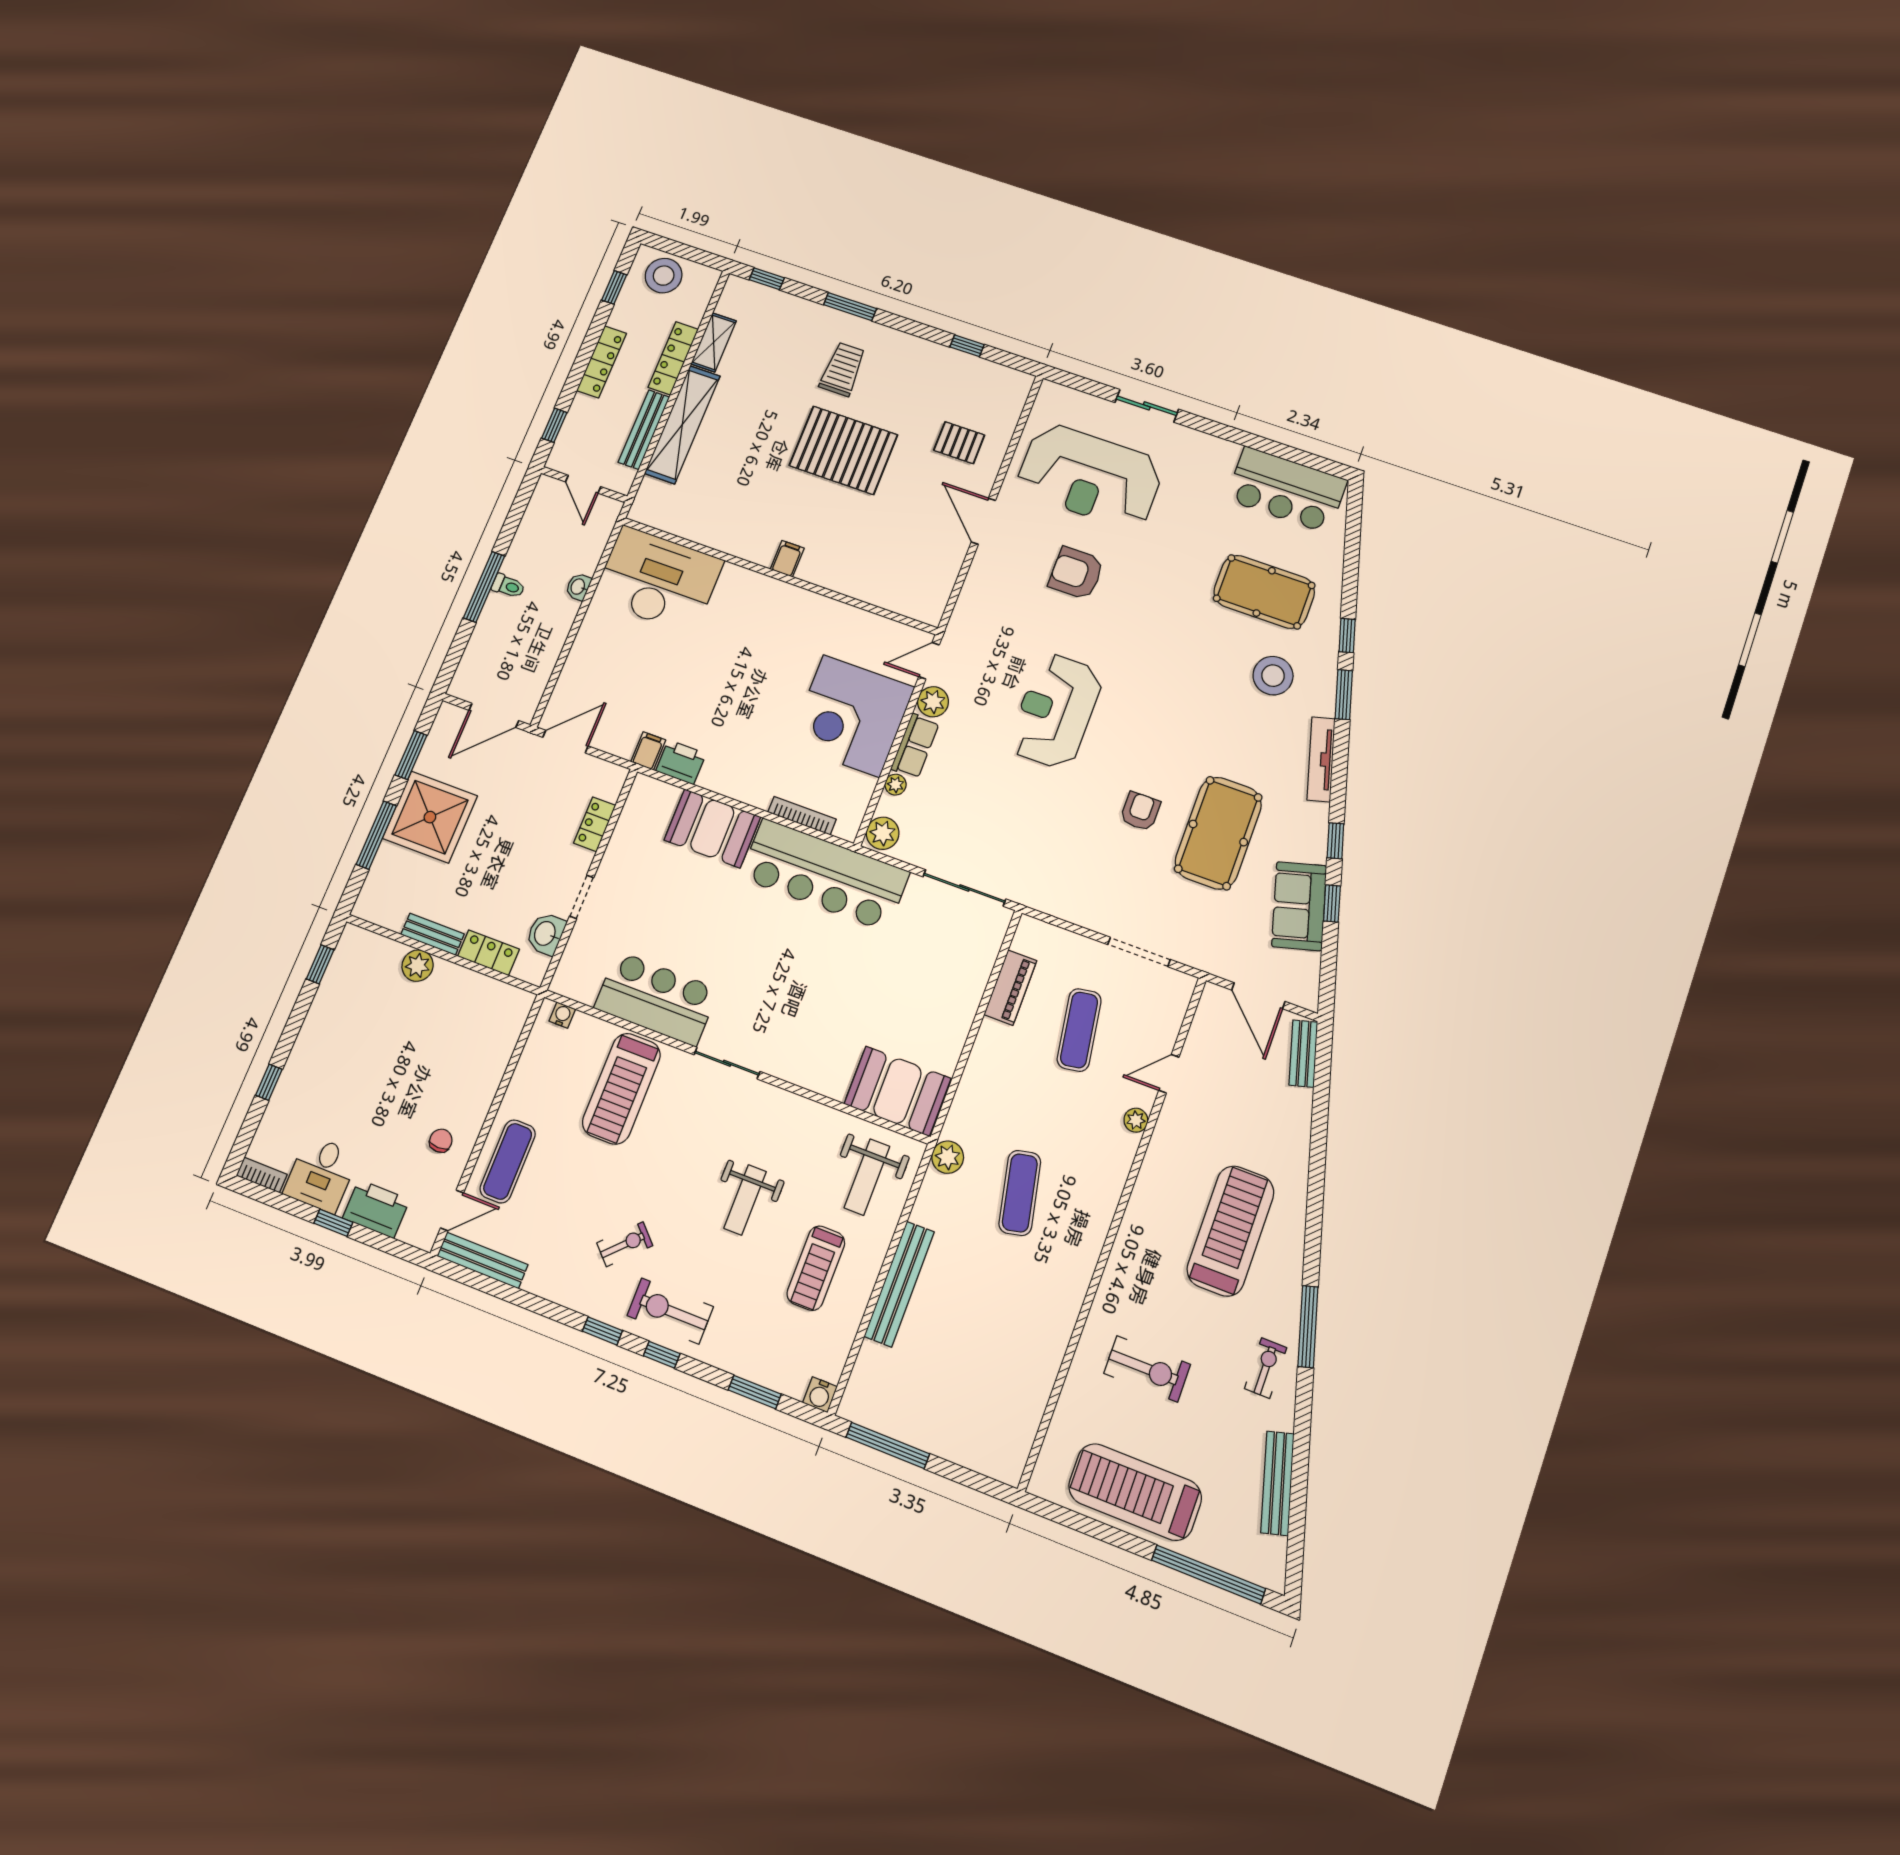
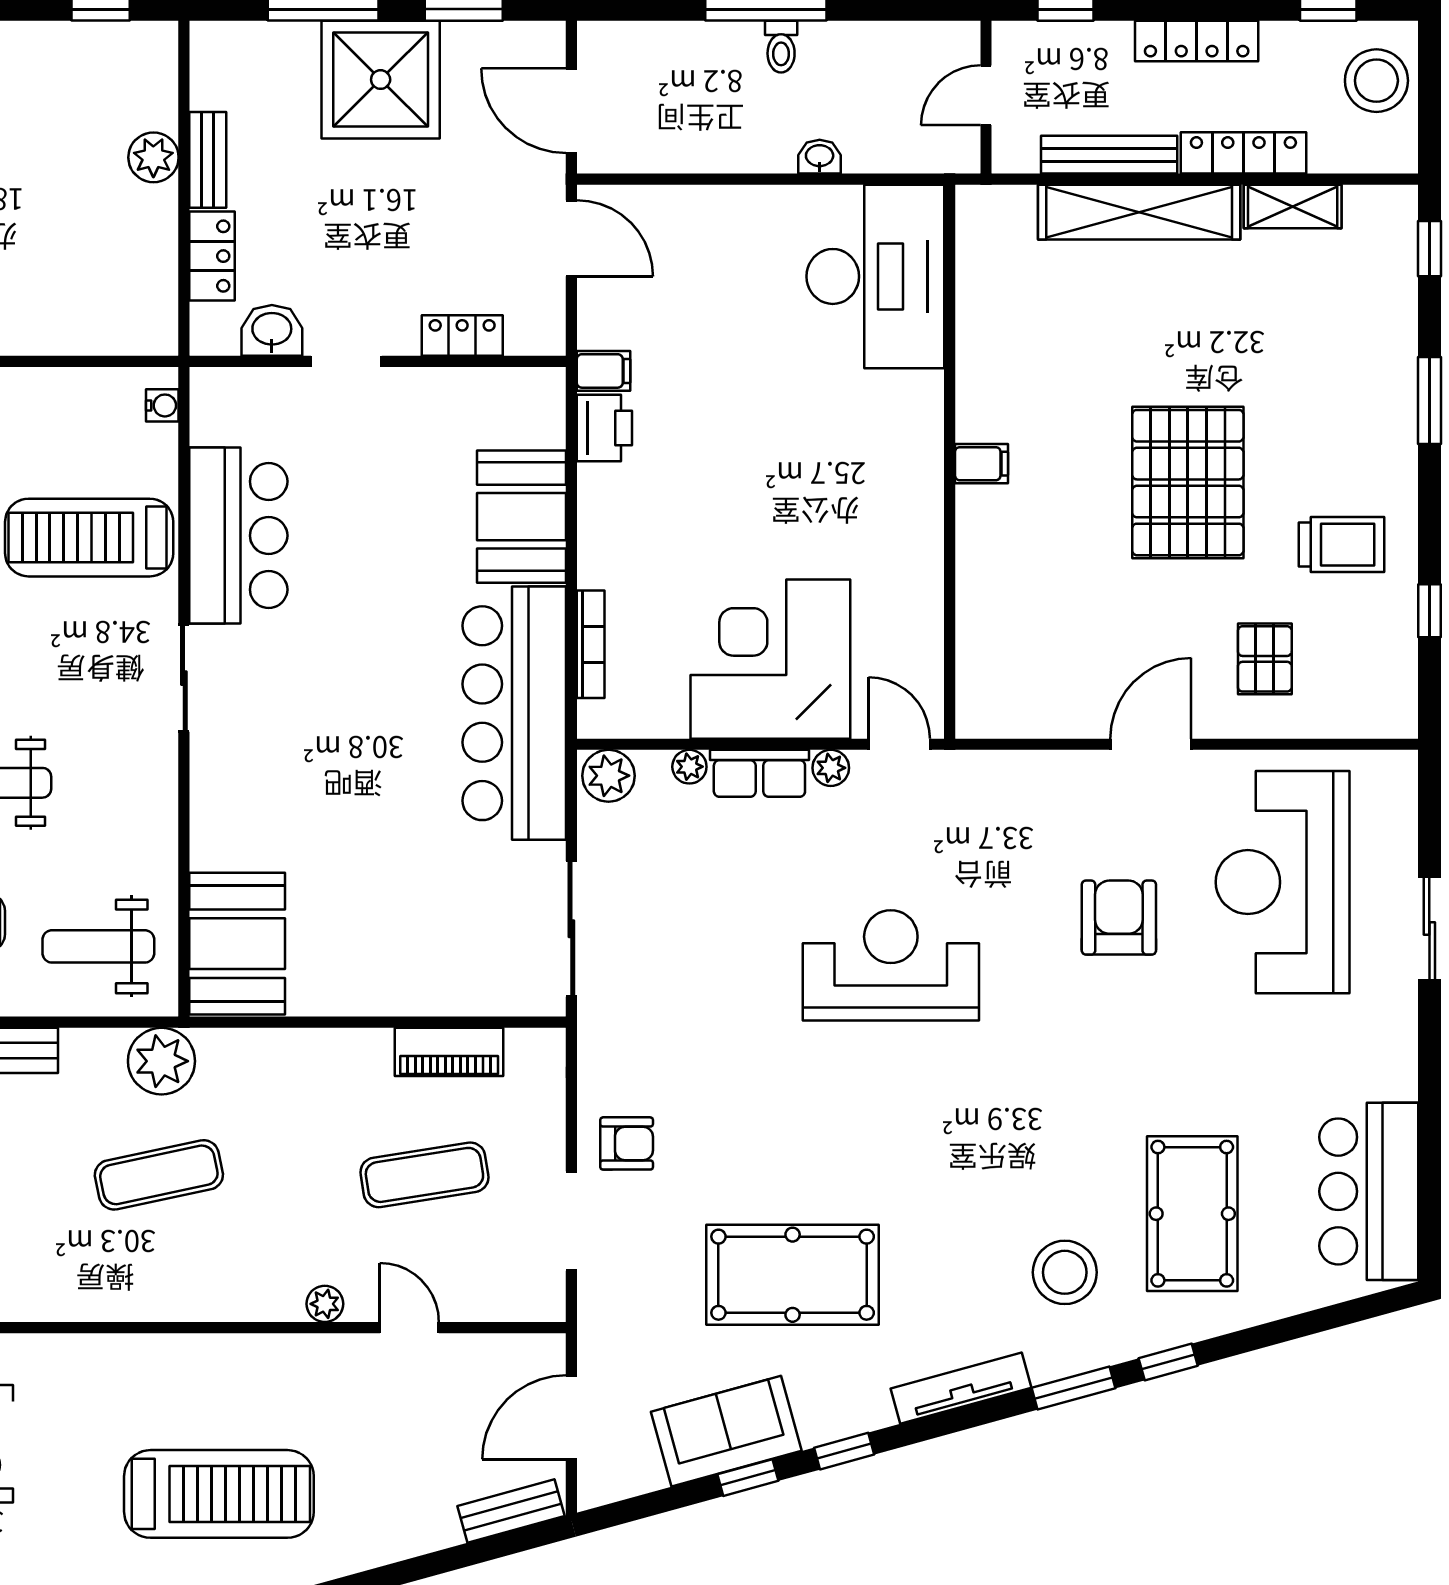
trolley: (843, 369) -> (1342, 545), moved
plant: (933, 702) -> (831, 768), width x0.73, depth x0.73
armchair: (1140, 811) -> (627, 1143), moved
plant: (948, 1157) -> (161, 1061), width x1.36, depth x1.36

